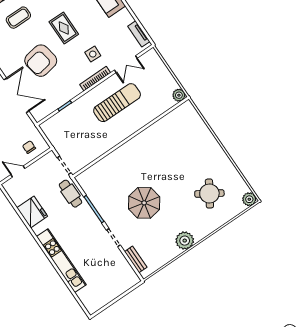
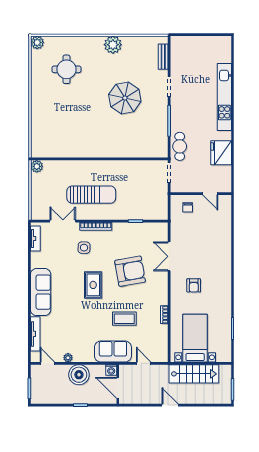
double door: (16, 95) -> (169, 256), width x0.73
sun lounger: (117, 103) -> (91, 195), turned 180
round table: (209, 194) -> (67, 69), turned -32

